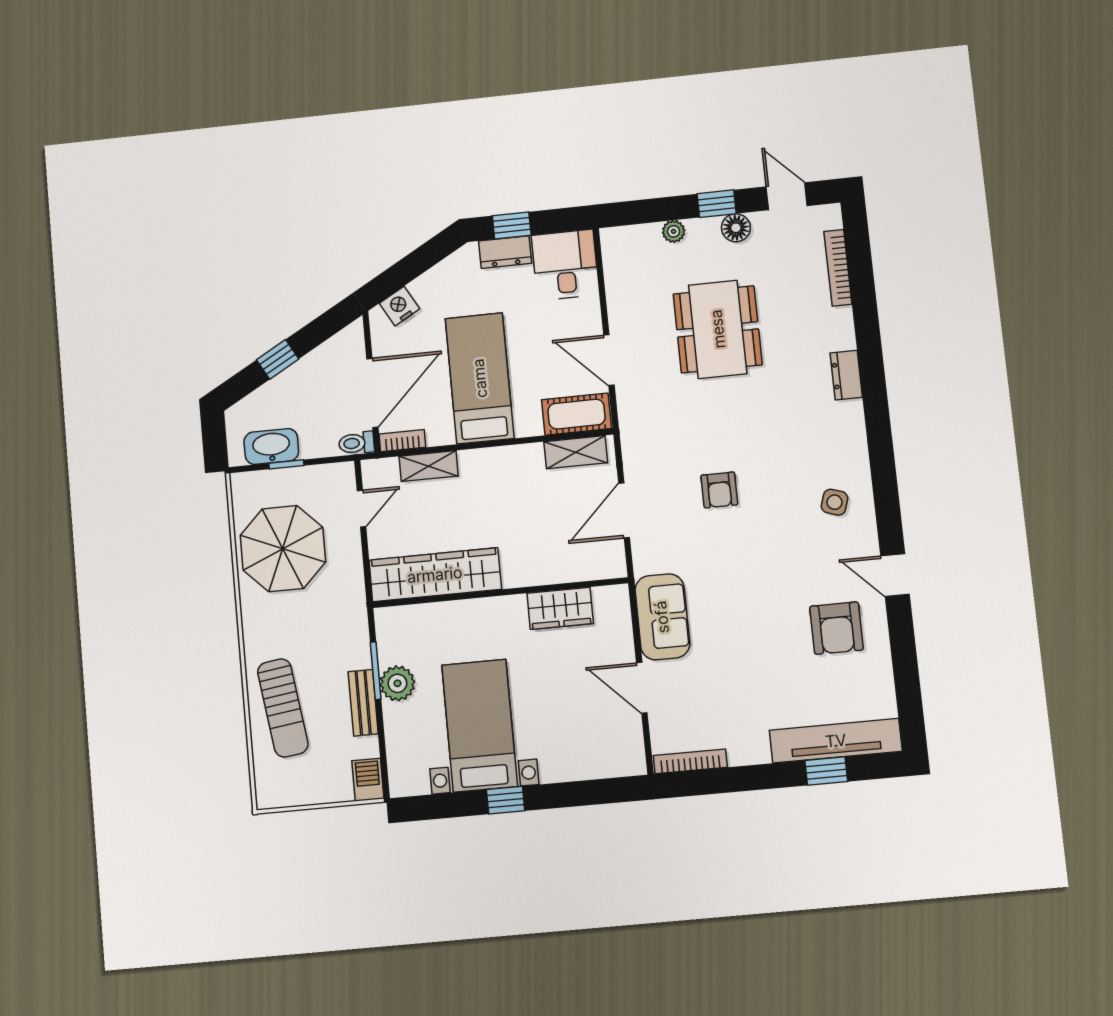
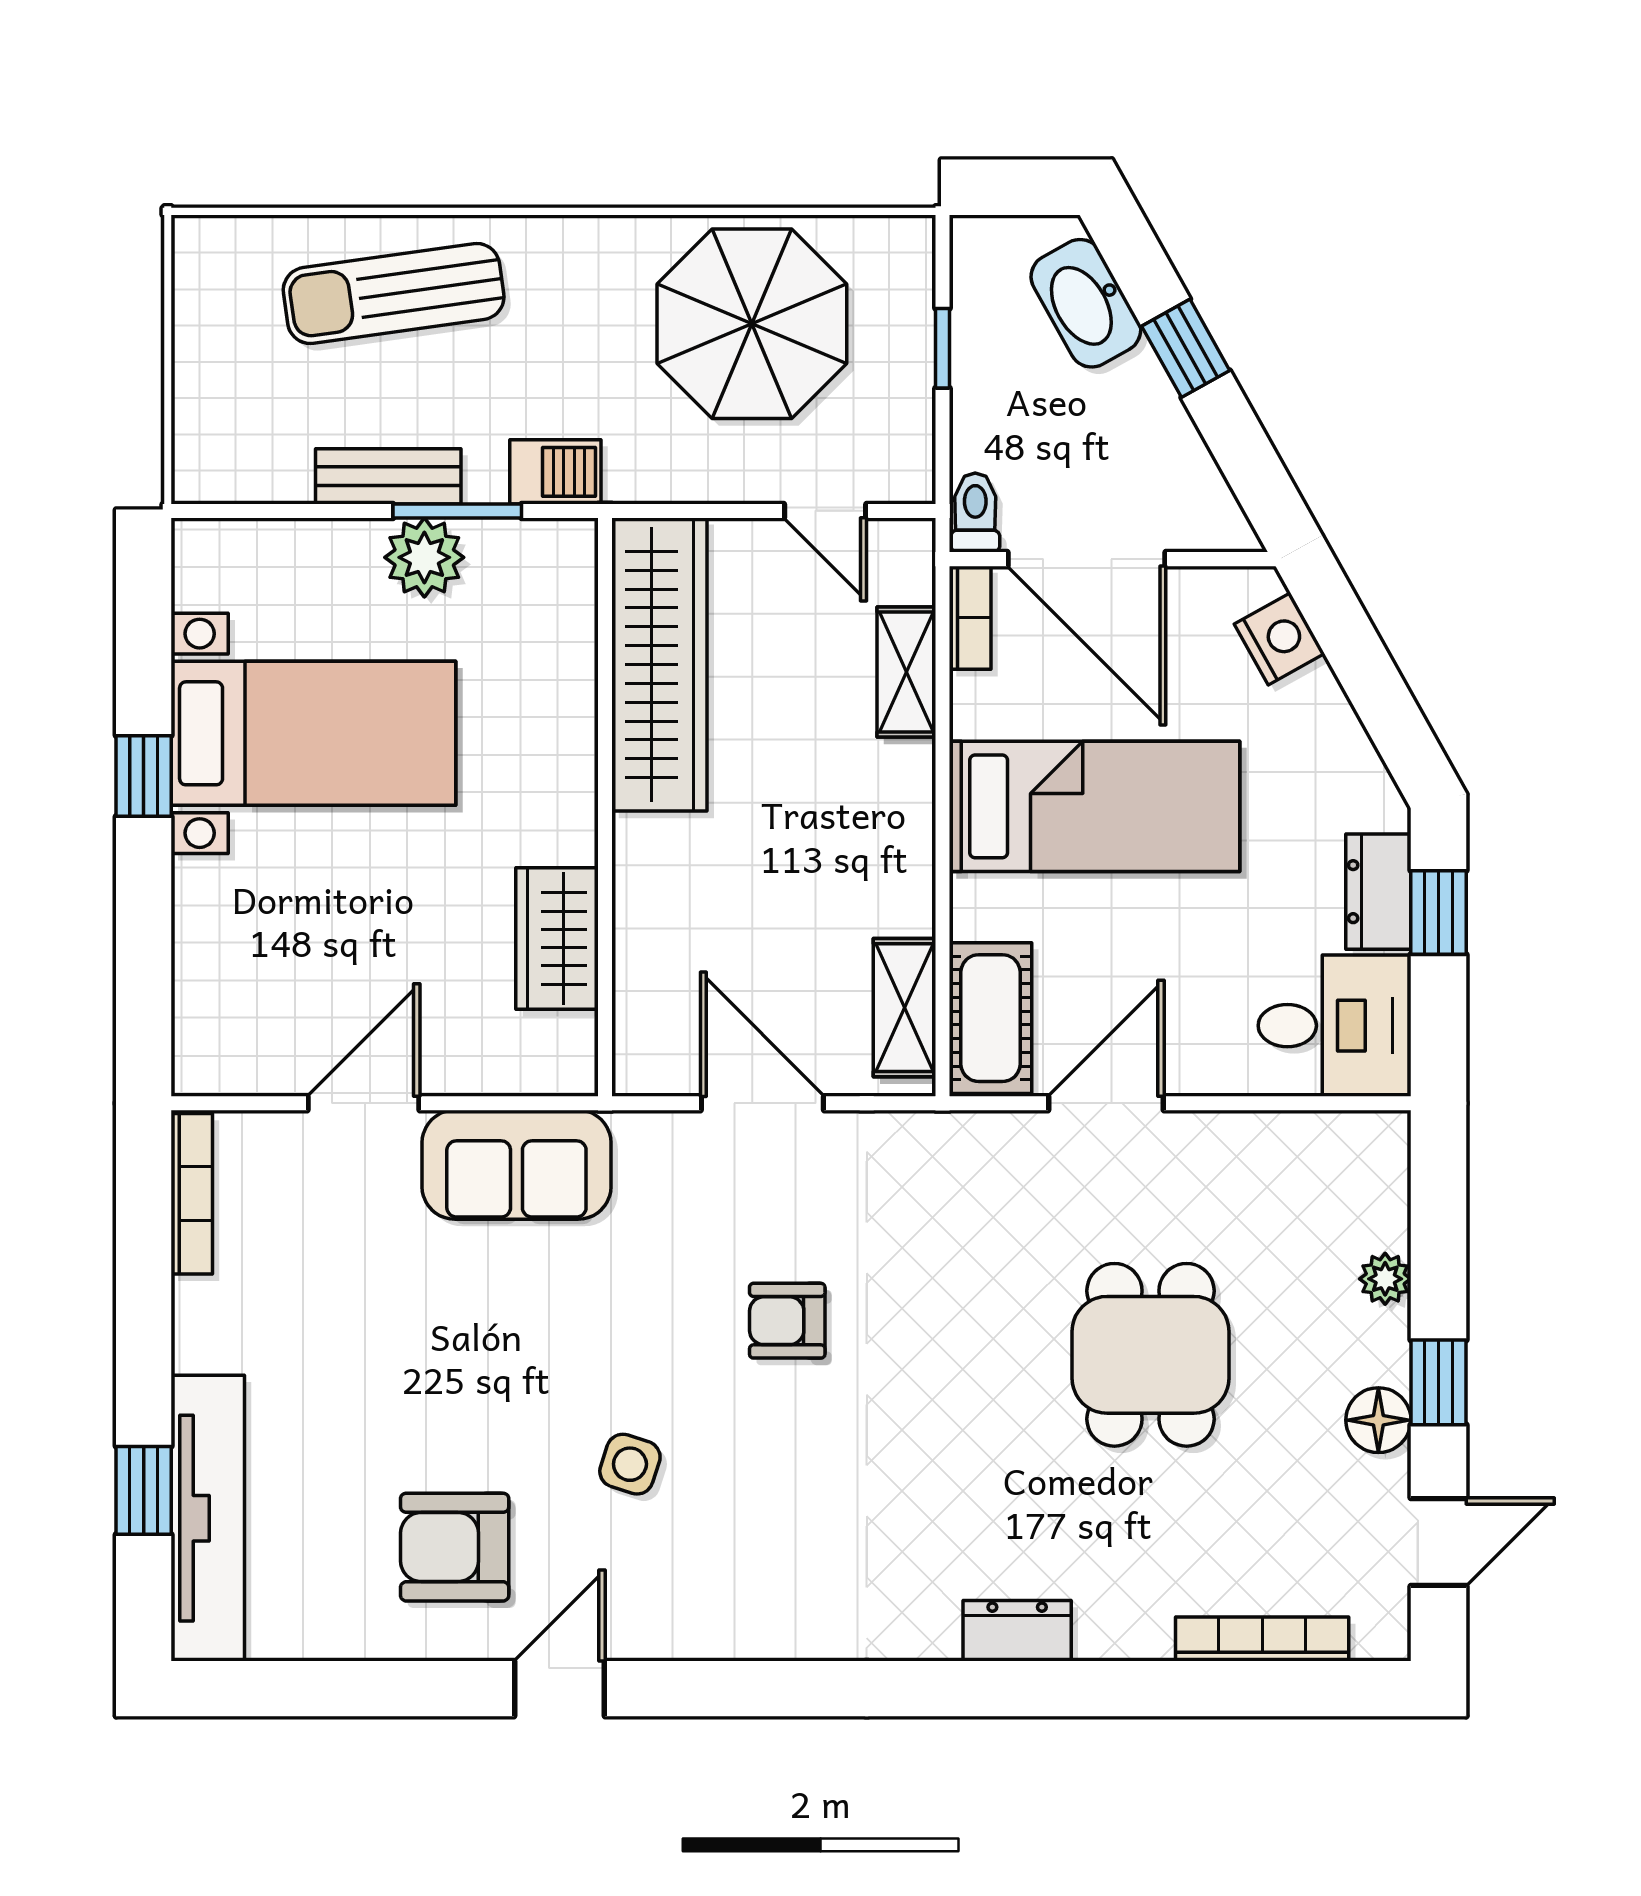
dining table: (718, 329) -> (1151, 1355), width x0.73
washbasin: (271, 446) -> (1086, 303), moved, turned 151
side table: (835, 502) -> (630, 1464), moved
barbecue: (368, 780) -> (555, 472), moved

